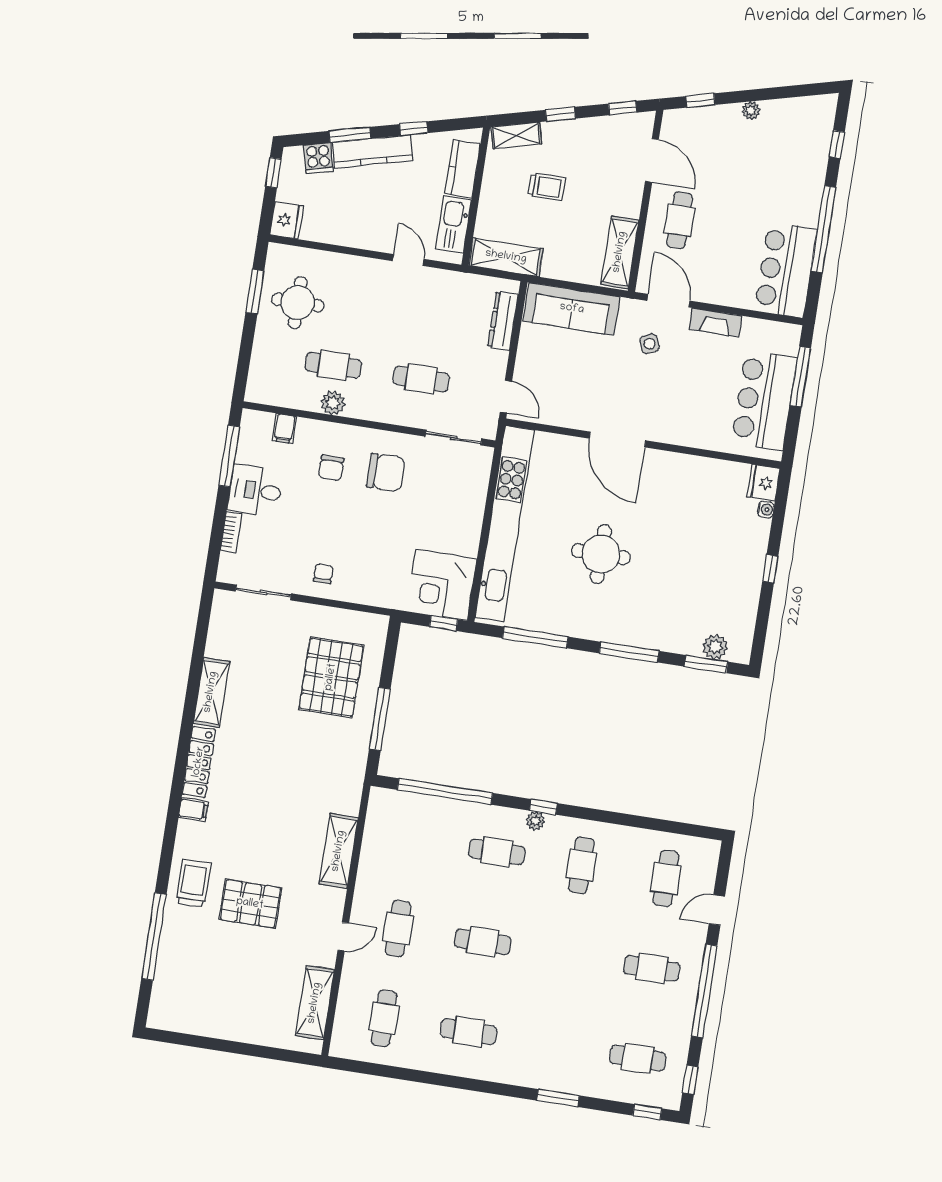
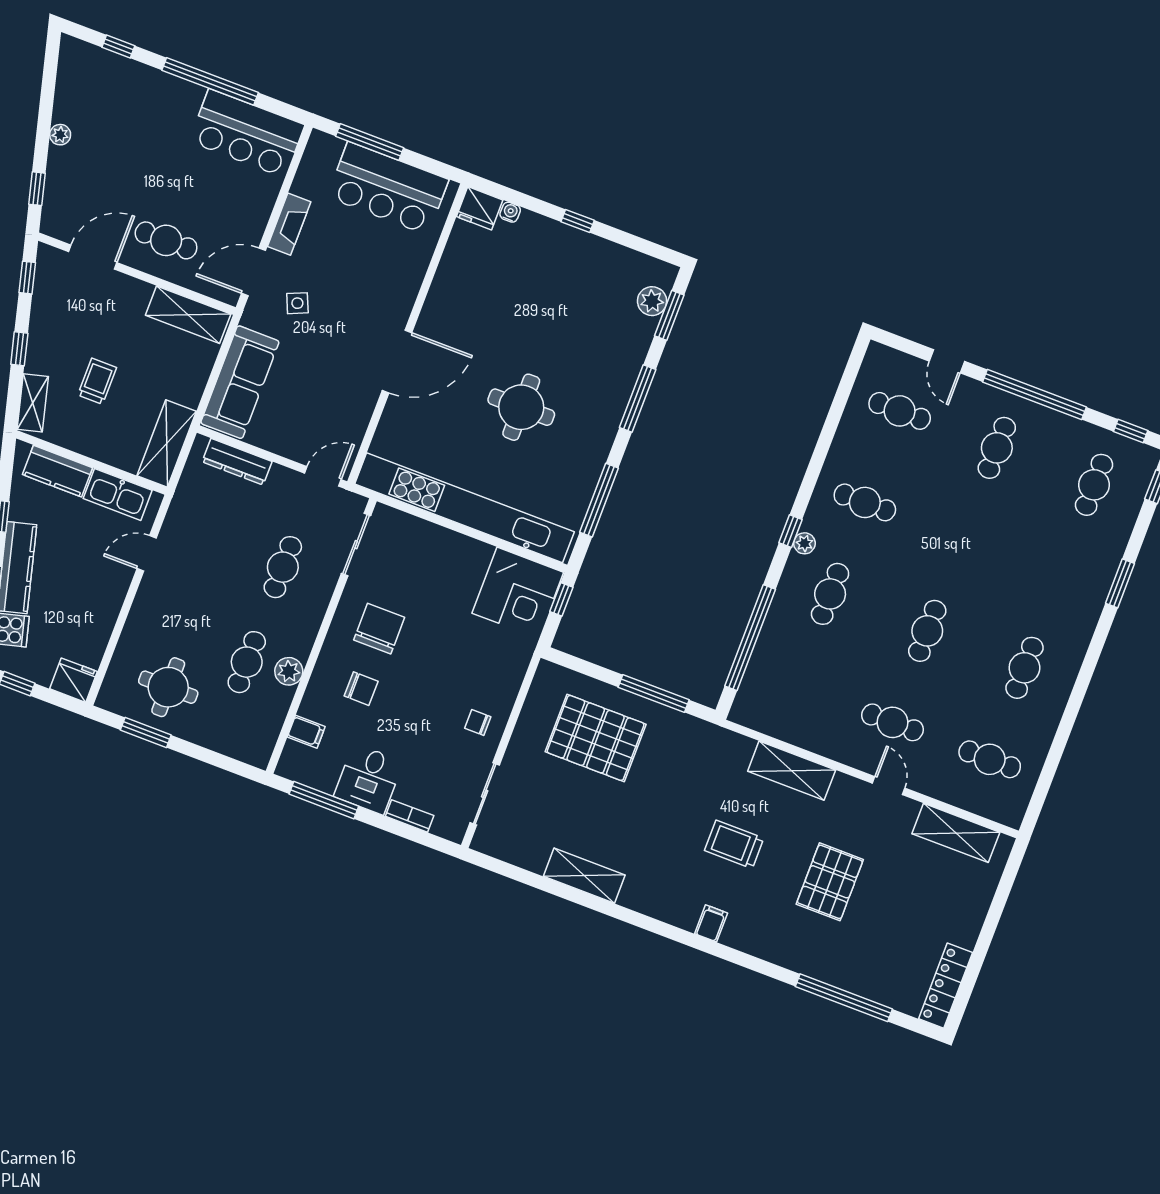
locker: (199, 762) -> (946, 986), moved, turned -90
trolley: (193, 883) -> (734, 844), moved

